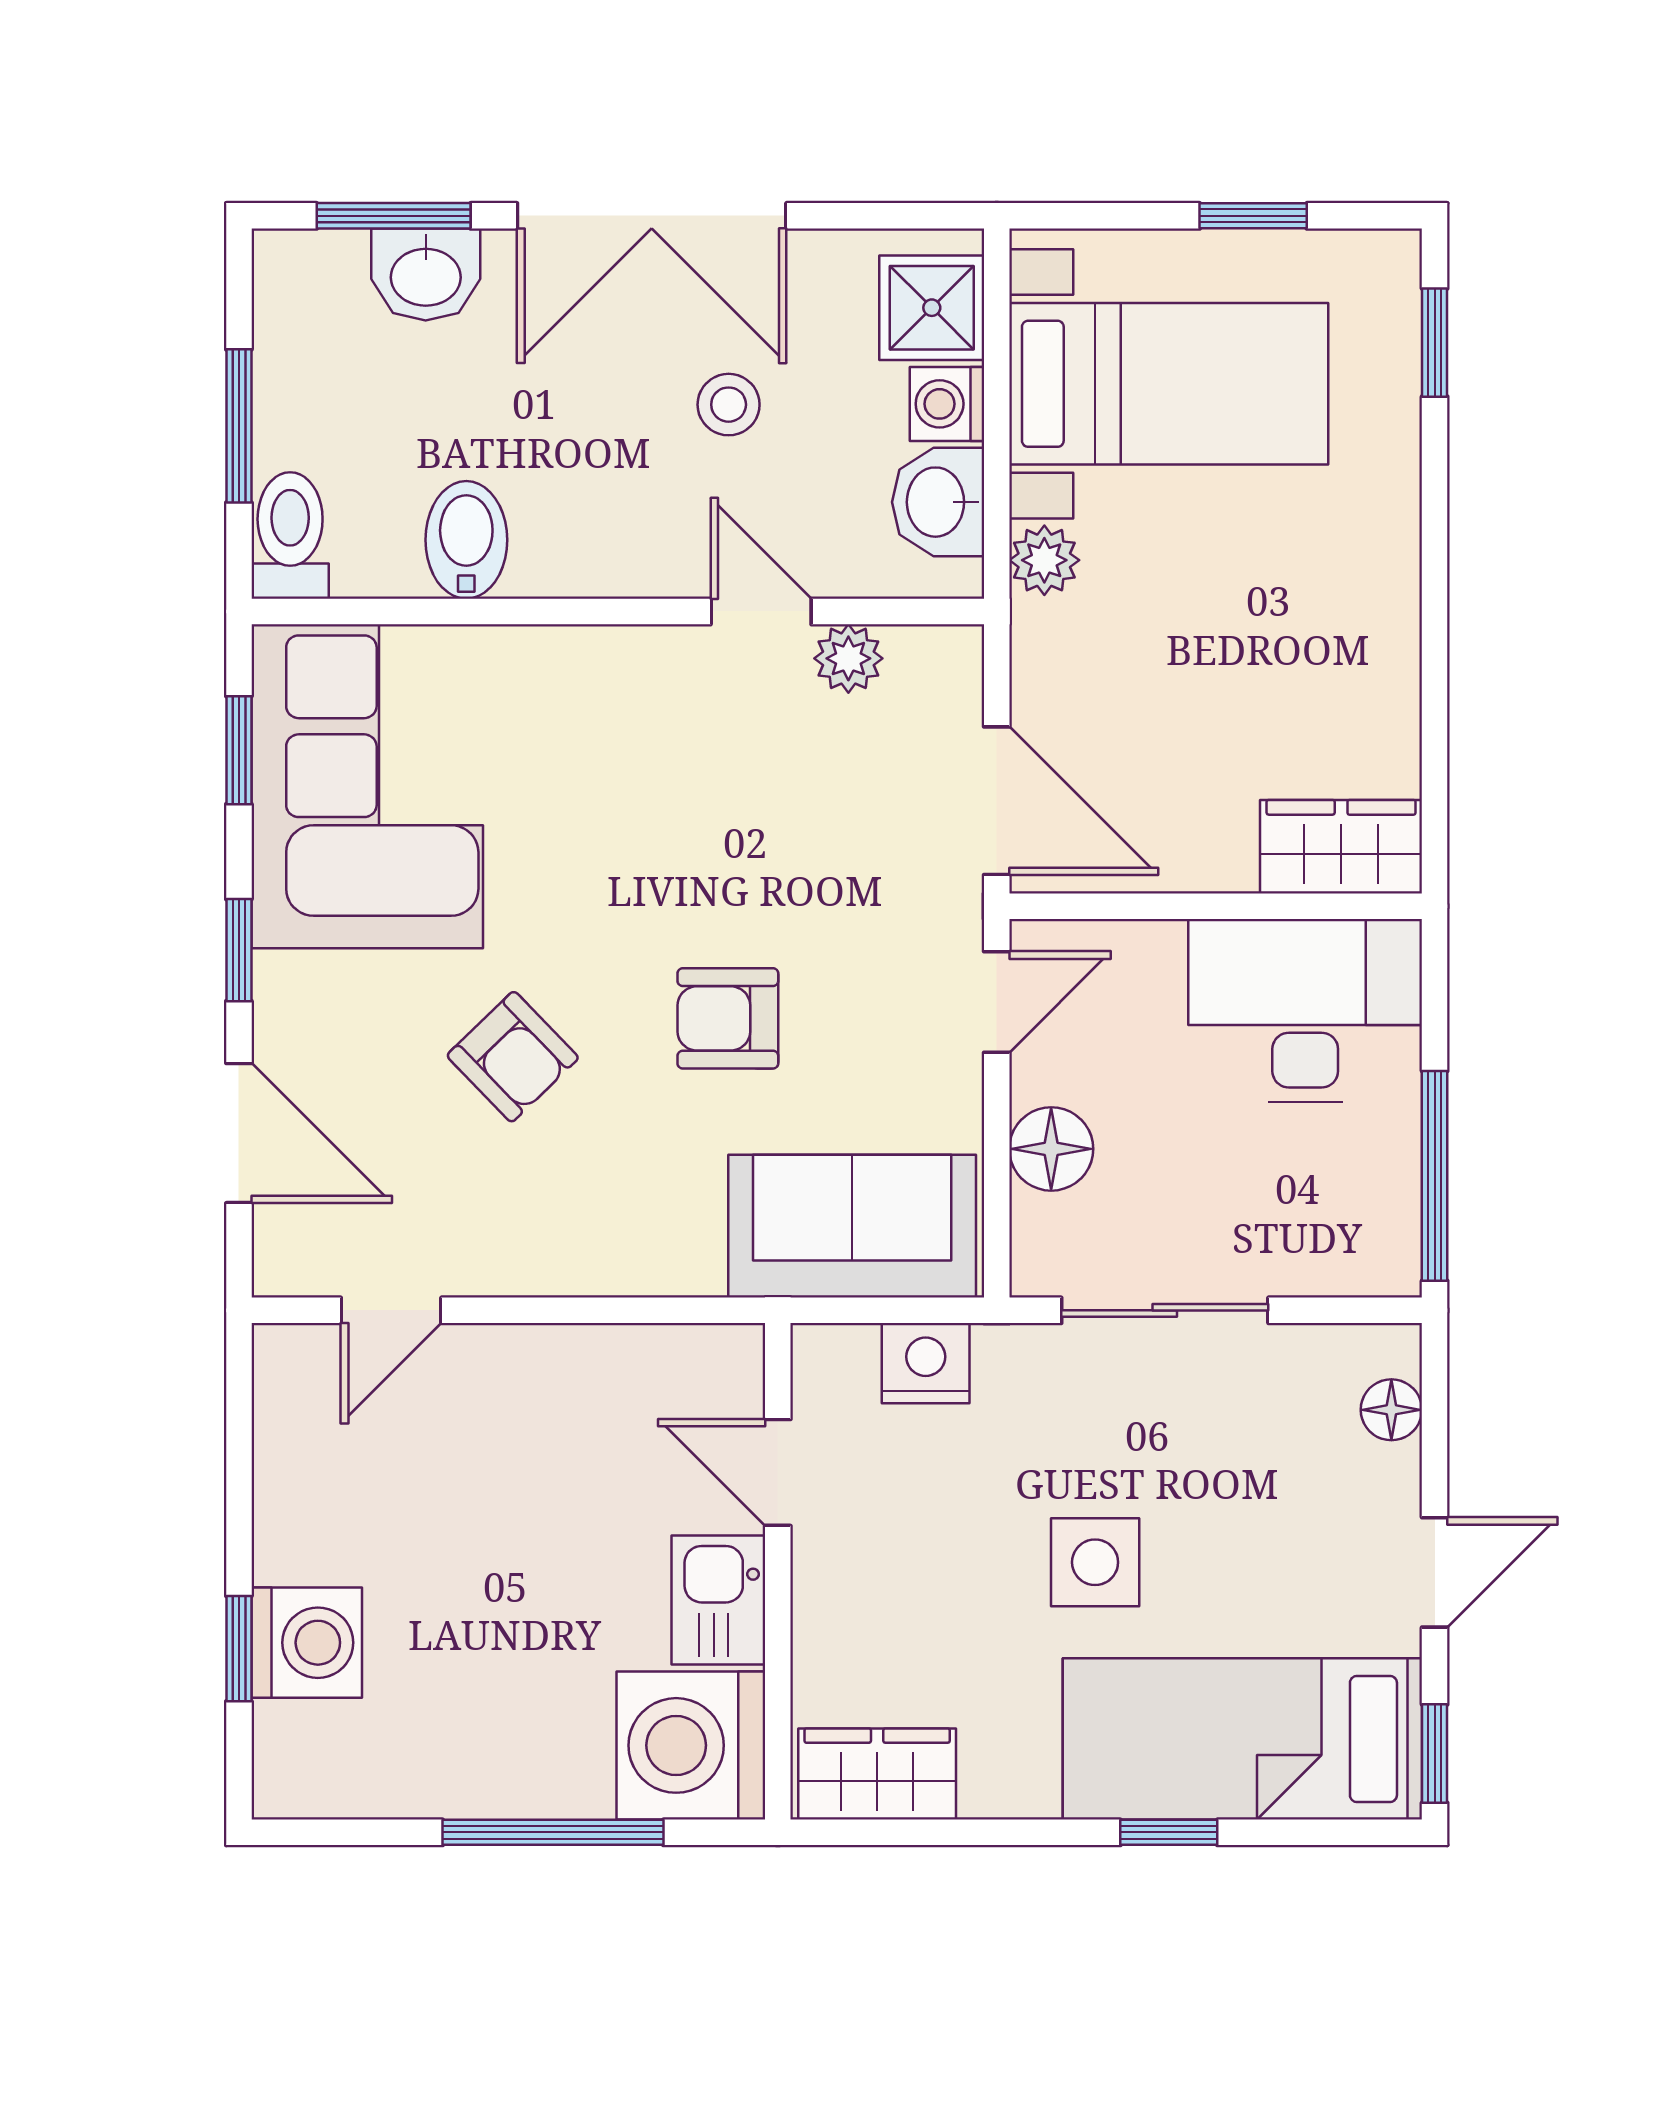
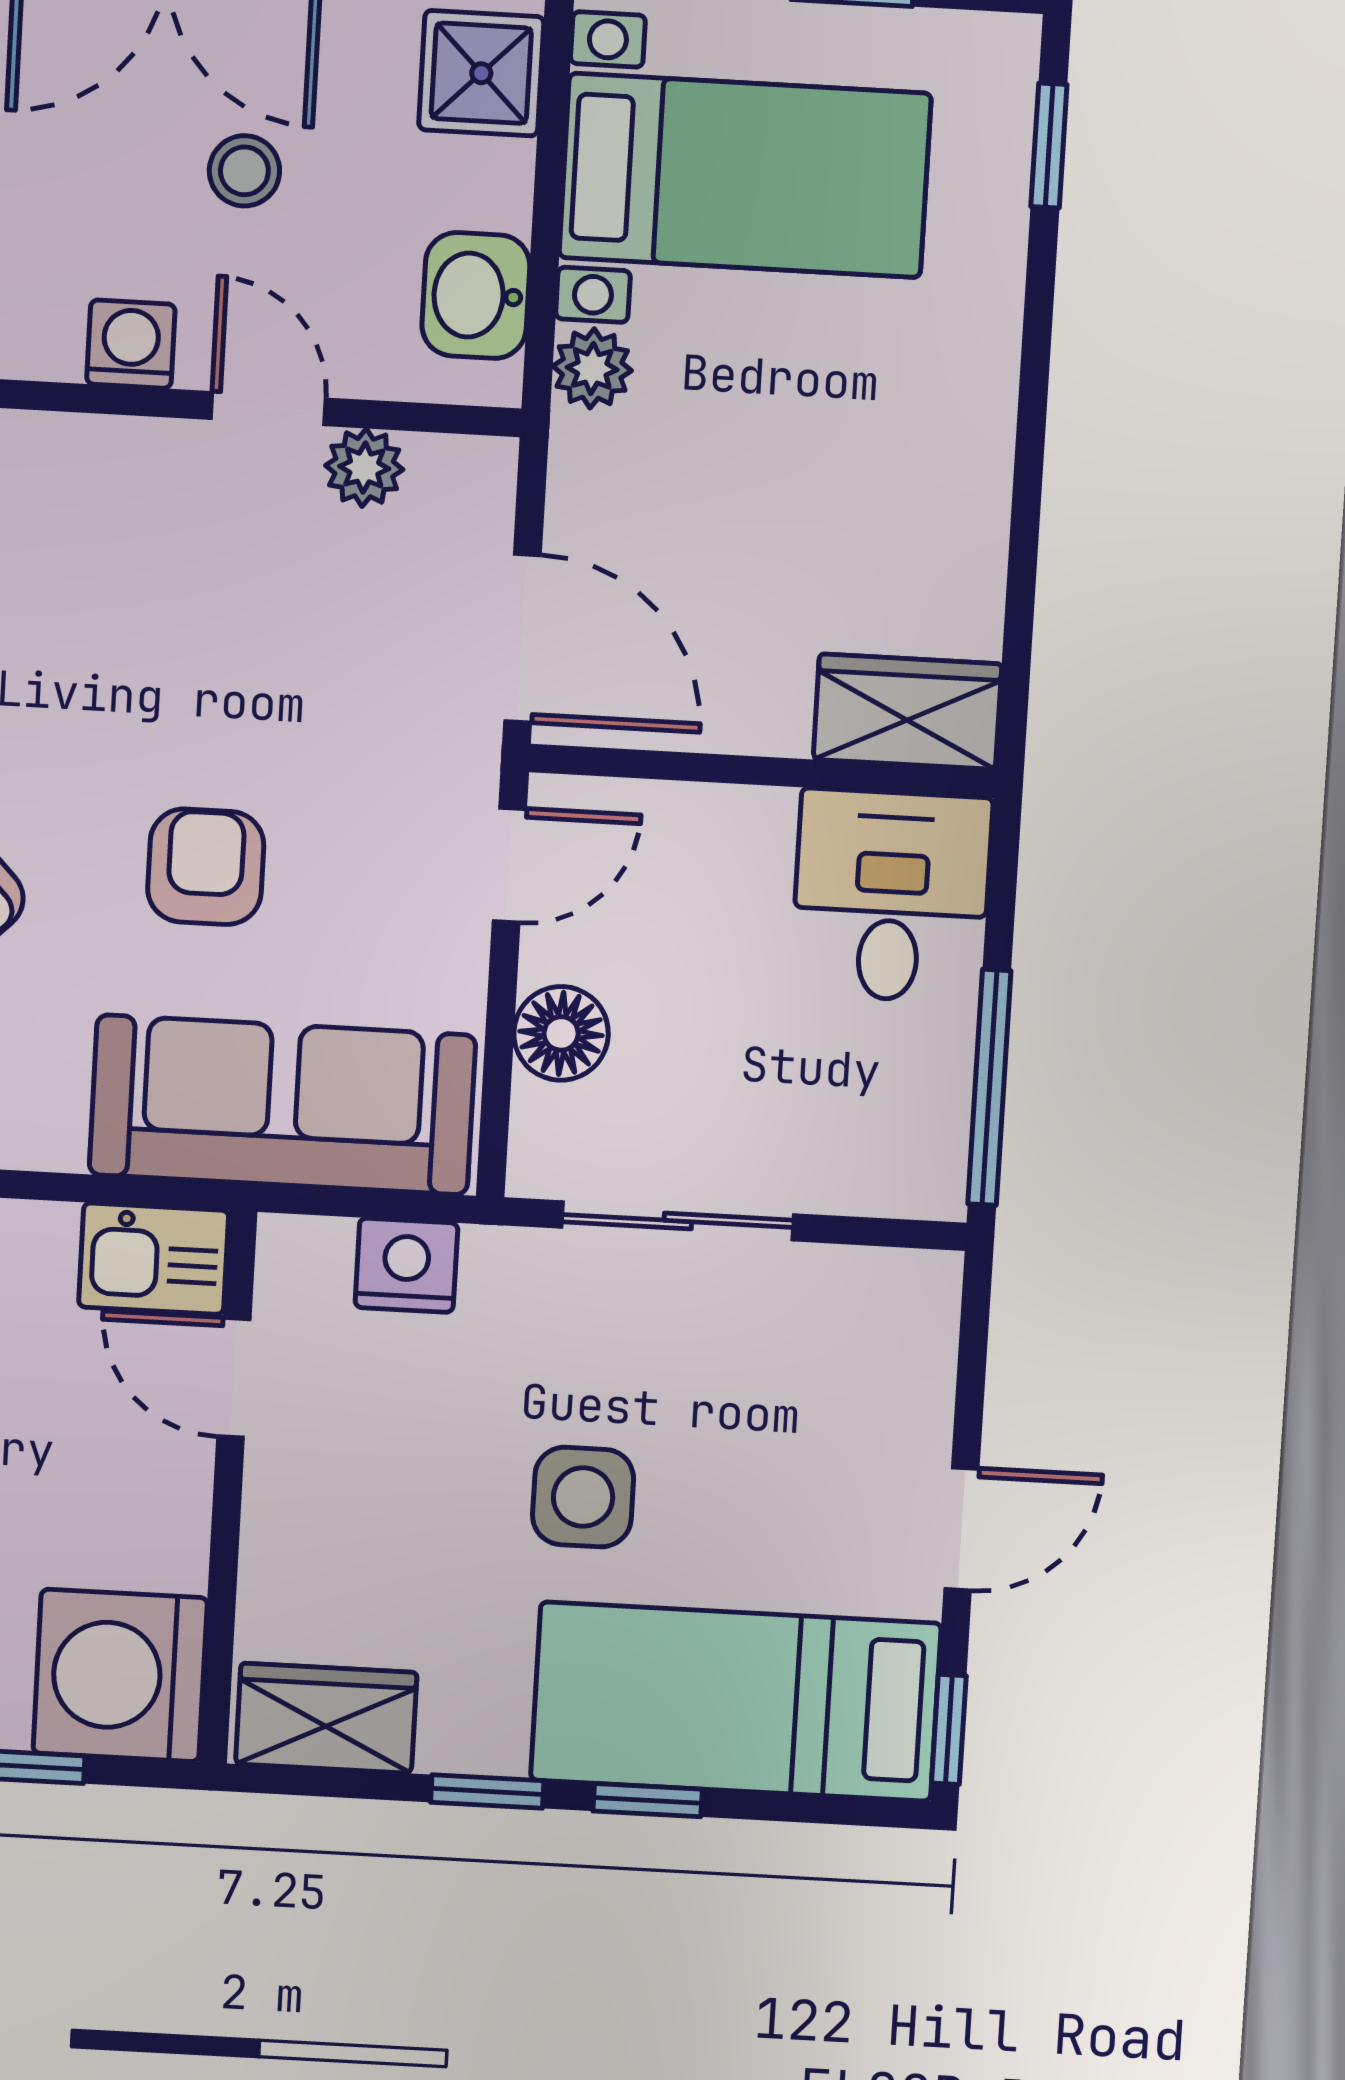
washing machine: (947, 404) -> (131, 344), moved, turned 90
desk: (1305, 1011) -> (891, 896), width x0.73
armchair: (728, 1018) -> (206, 867), turned 90
sofa: (852, 1226) -> (282, 1105), width x1.36
floor lamp: (1391, 1410) -> (925, 1346), removed
kitchen sink: (718, 1600) -> (154, 1259), moved, turned -90
window: (1025, 1832) -> (487, 1792), added

